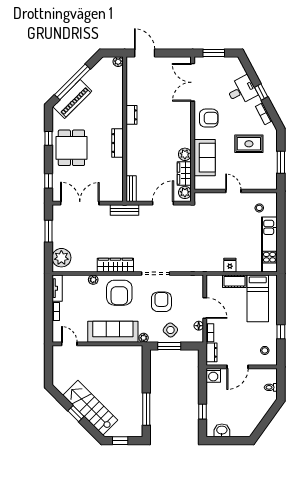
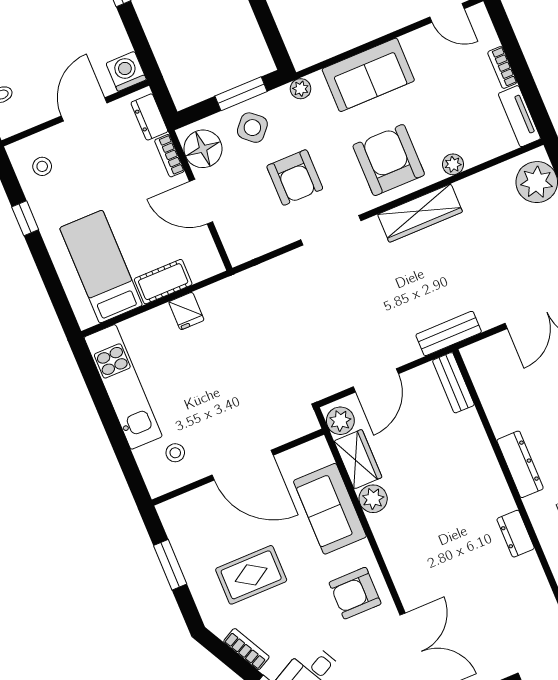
door: (233, 191) -> (243, 465), width x1.88
floor lamp: (199, 326) -> (203, 149), width x1.89, depth x1.89
sofa: (113, 332) -> (368, 75), width x0.73

